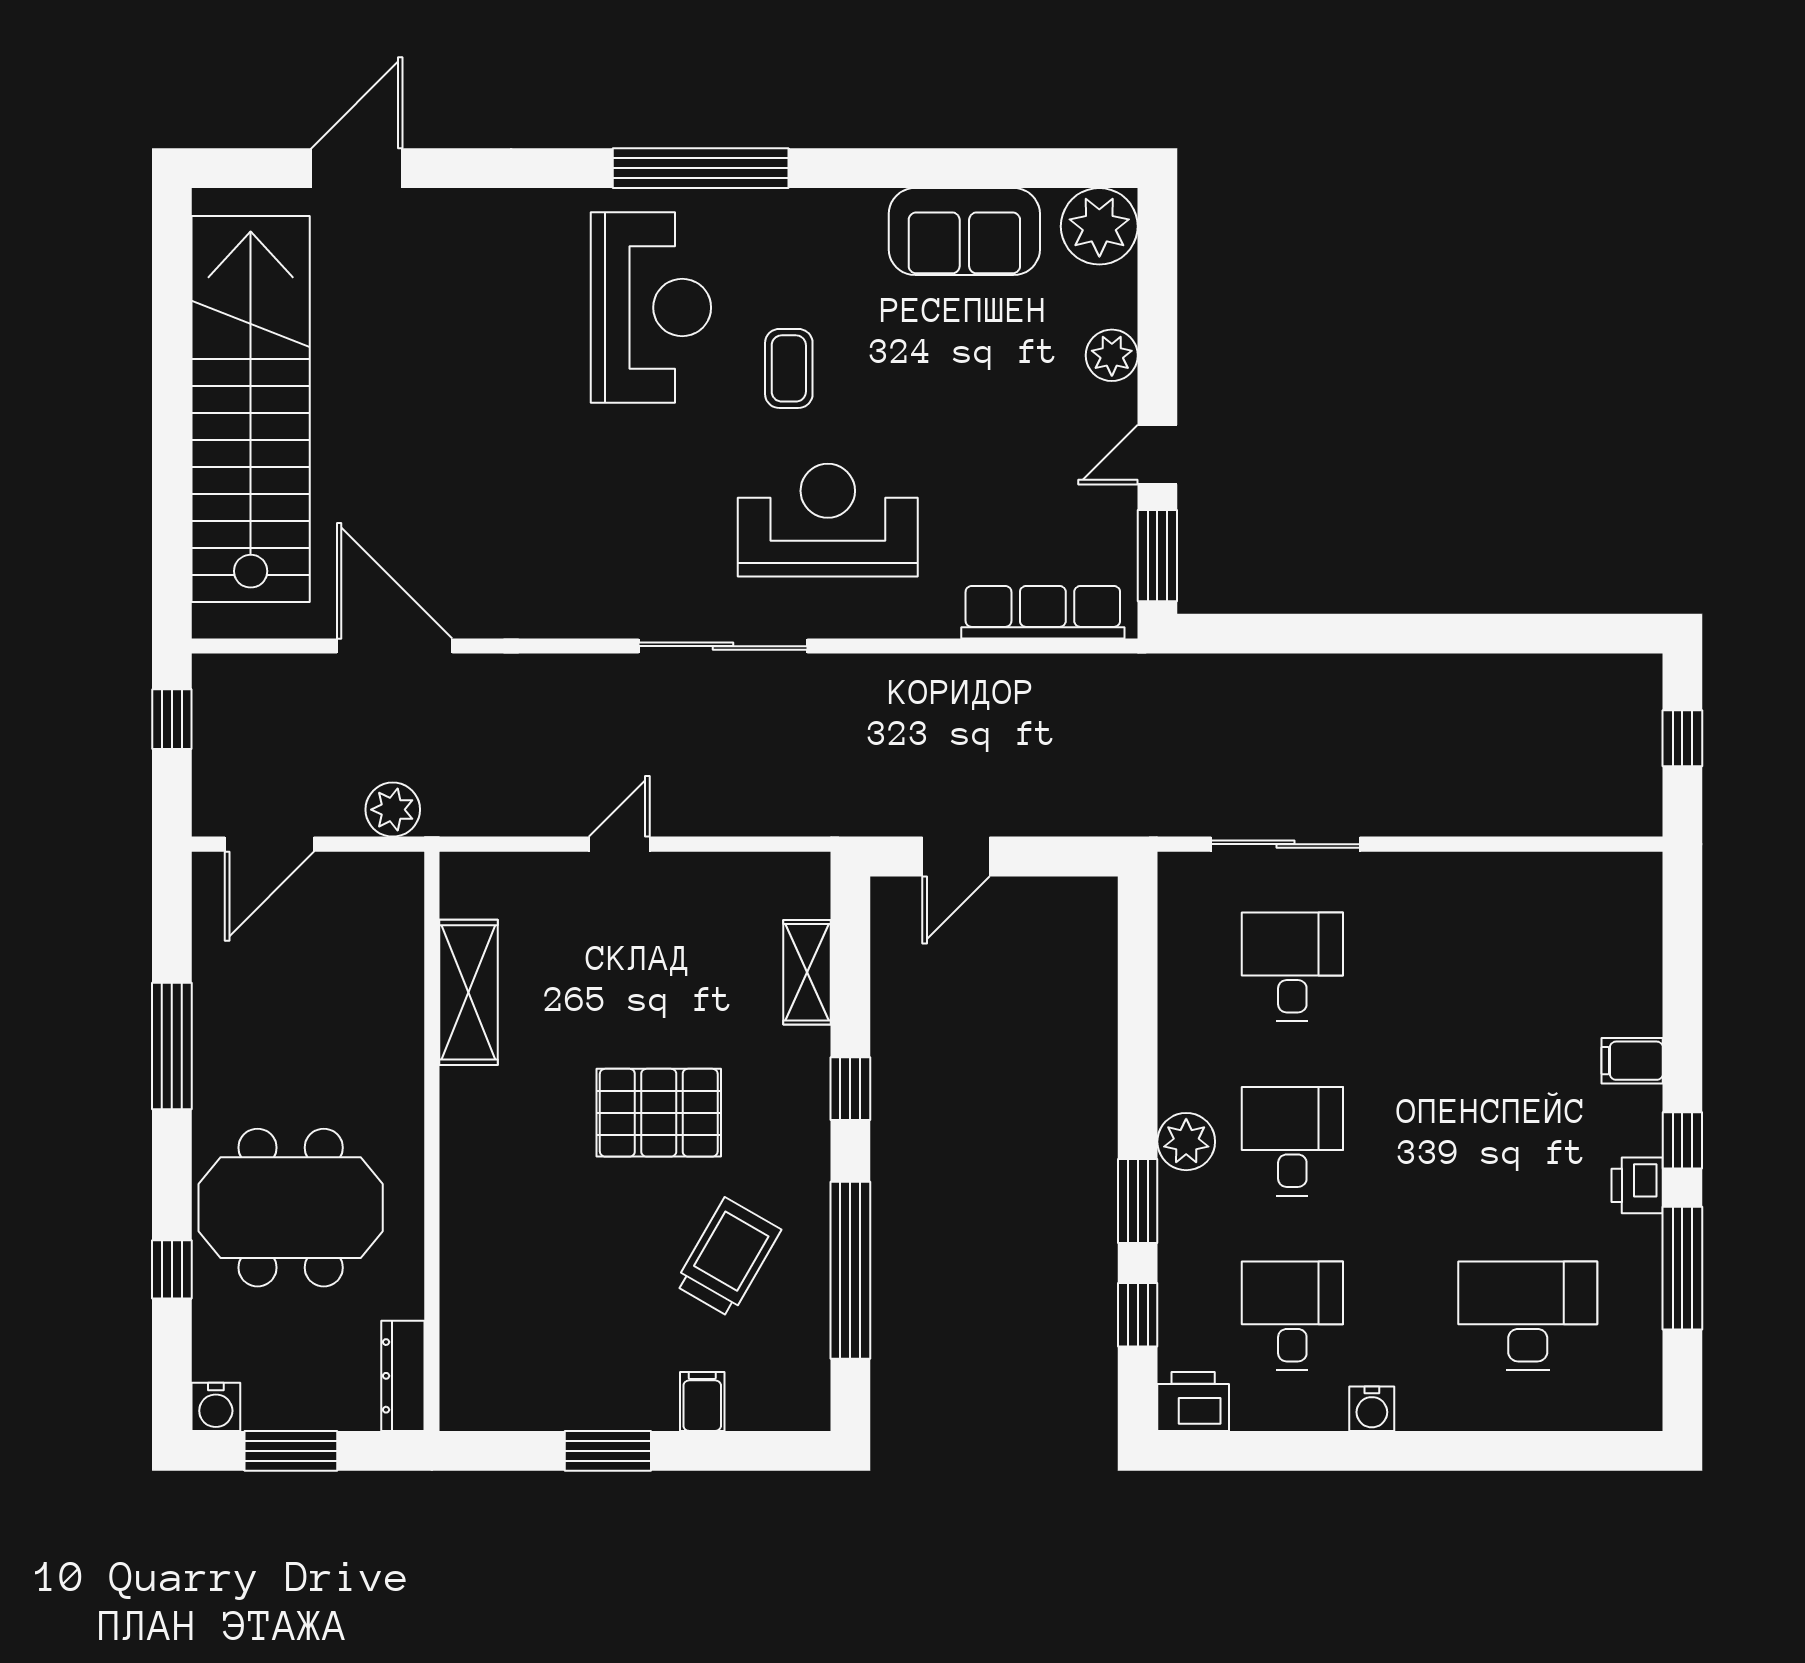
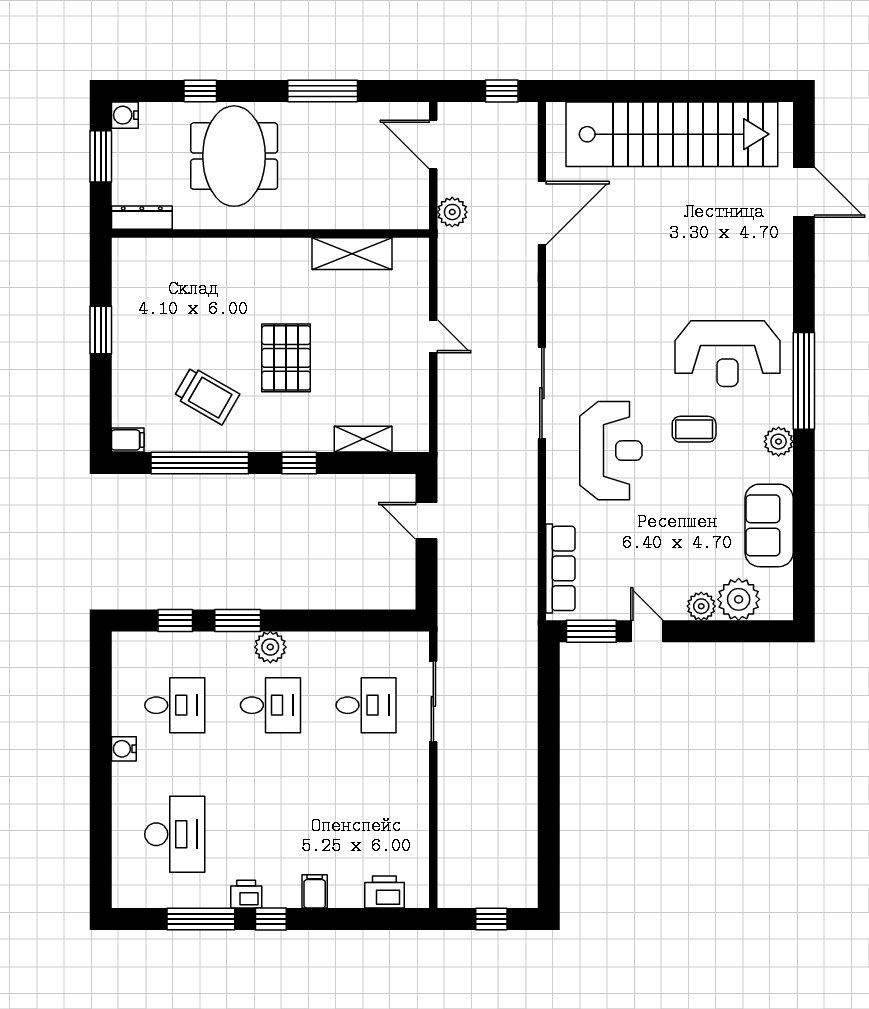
plant: (811, 214) -> (779, 442), added
plant: (1099, 226) -> (739, 599), moved
filing cabinet: (702, 1401) -> (128, 440), moved
printer: (1193, 1402) -> (384, 892), moved, turned -90

